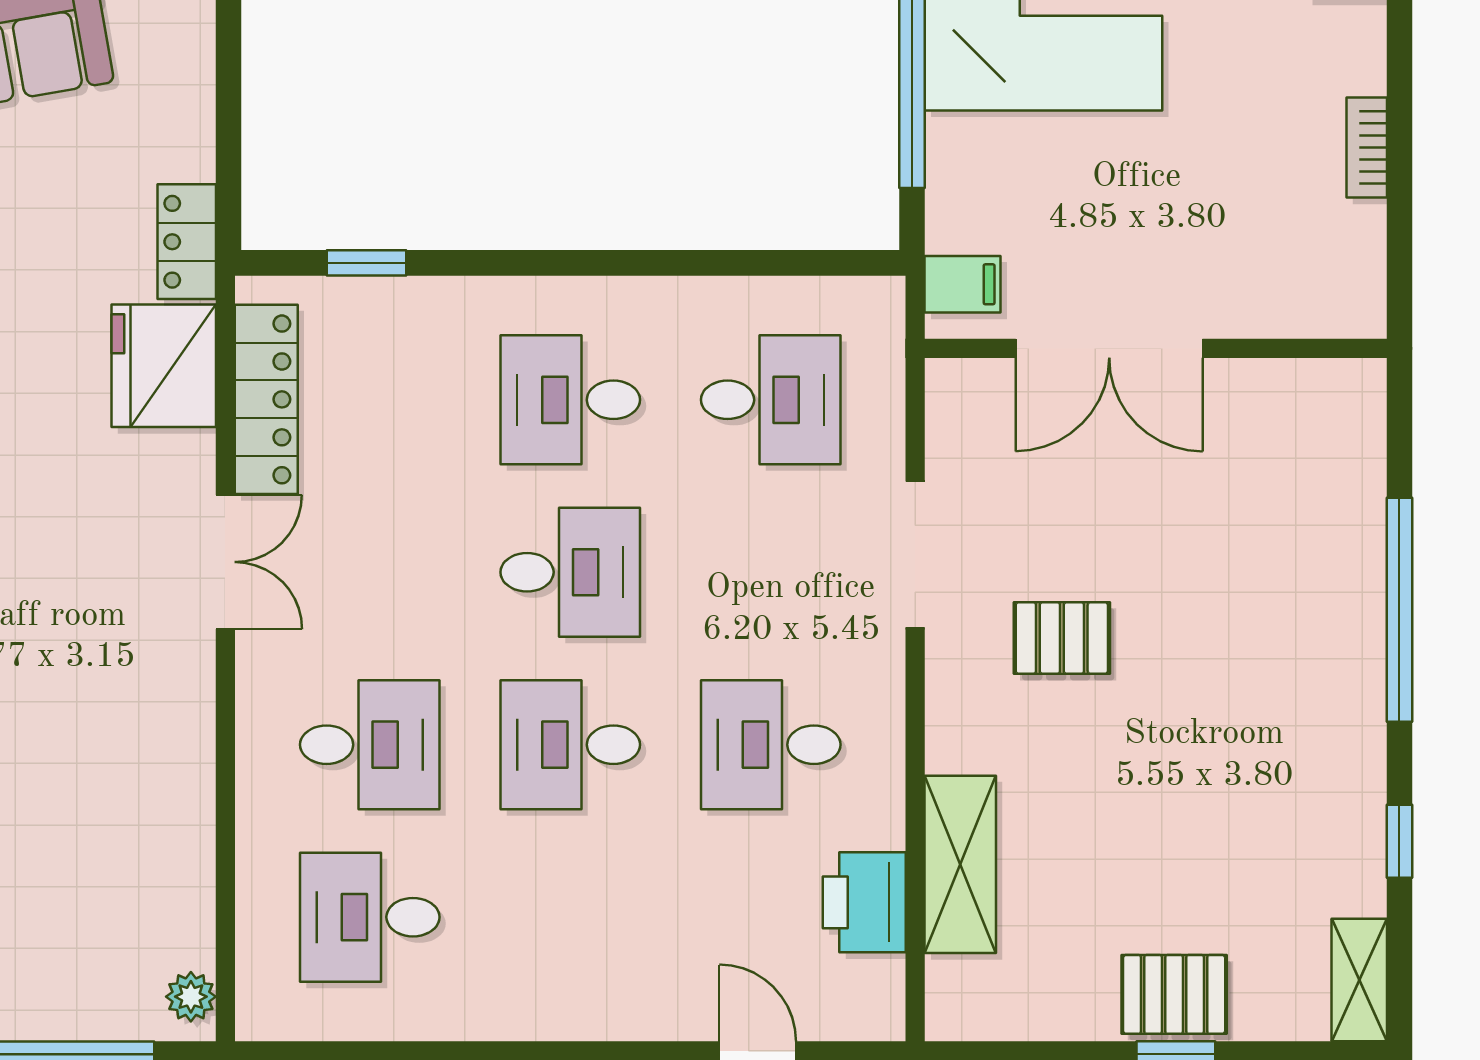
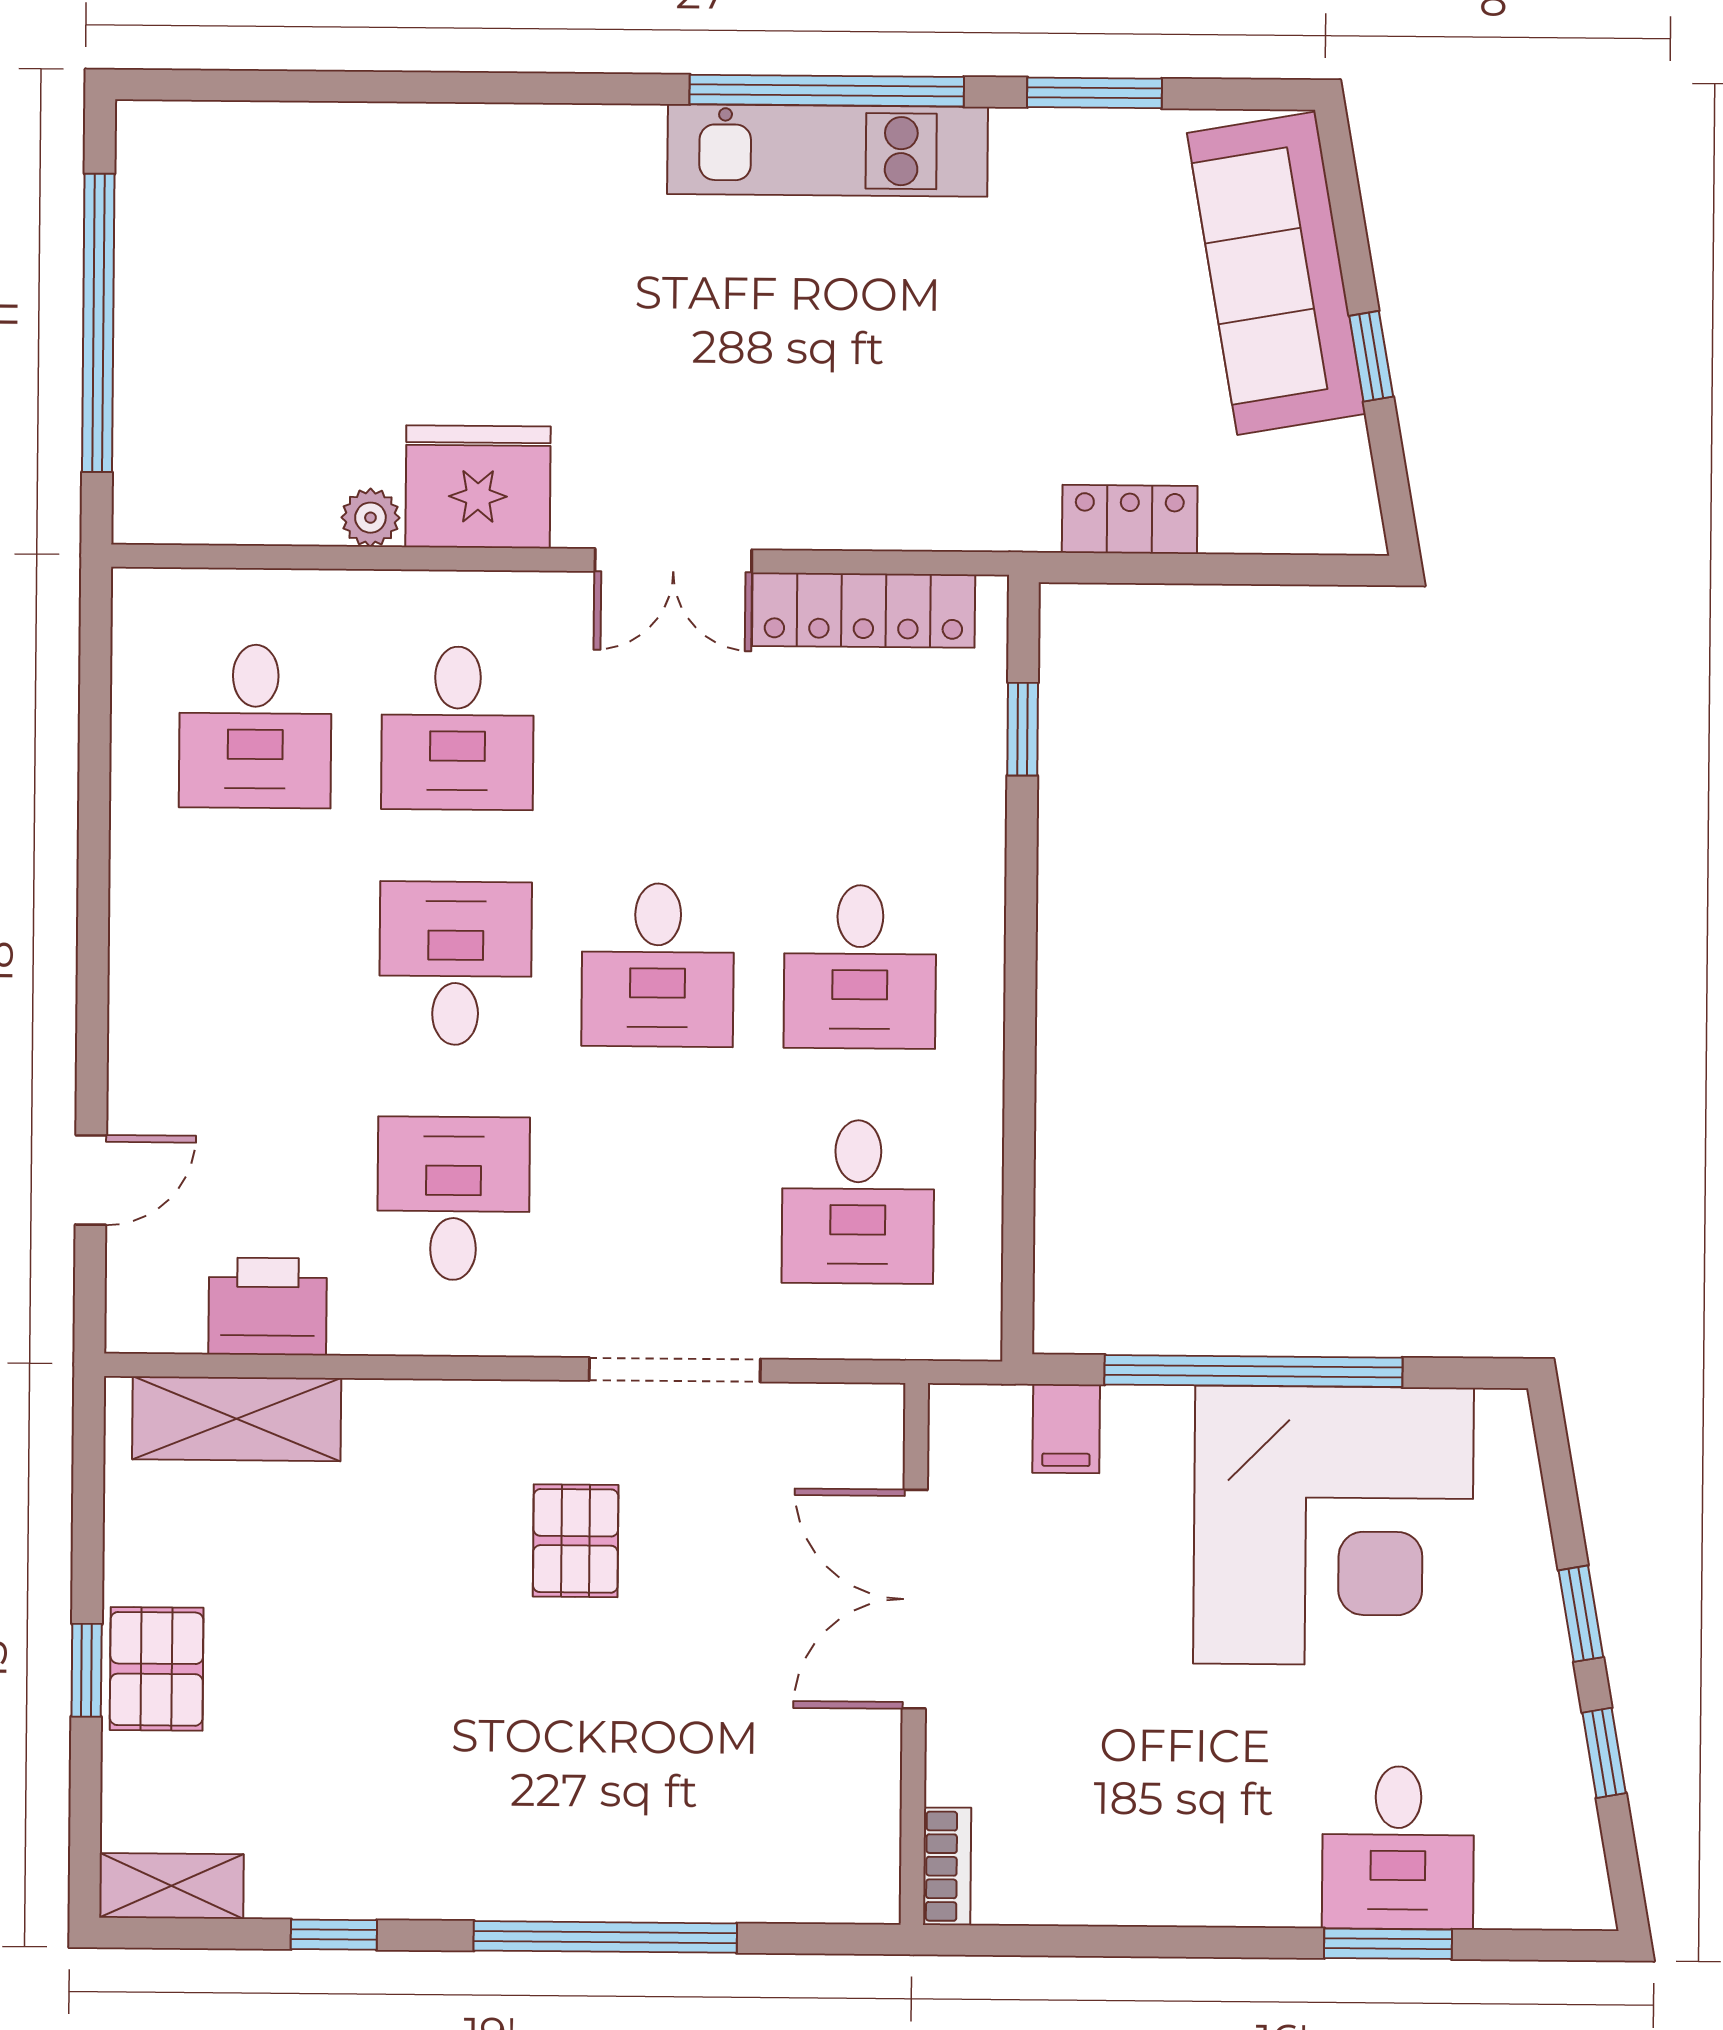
bookcase: (1367, 148) -> (947, 1866), moved, turned 90
locker: (187, 242) -> (1130, 519), moved
filing cabinet: (963, 284) -> (1066, 1429), moved
fridge: (164, 366) -> (478, 487), moved
desk: (570, 400) -> (860, 967), turned 180
shelving: (960, 864) -> (237, 1419), moved
desk: (370, 917) -> (255, 726), turned 180
plant: (191, 997) -> (370, 518), moved

